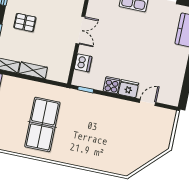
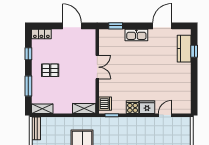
dishwasher: (83, 63) -> (105, 104), moved
shelving: (33, 70) -> (84, 108), moved

